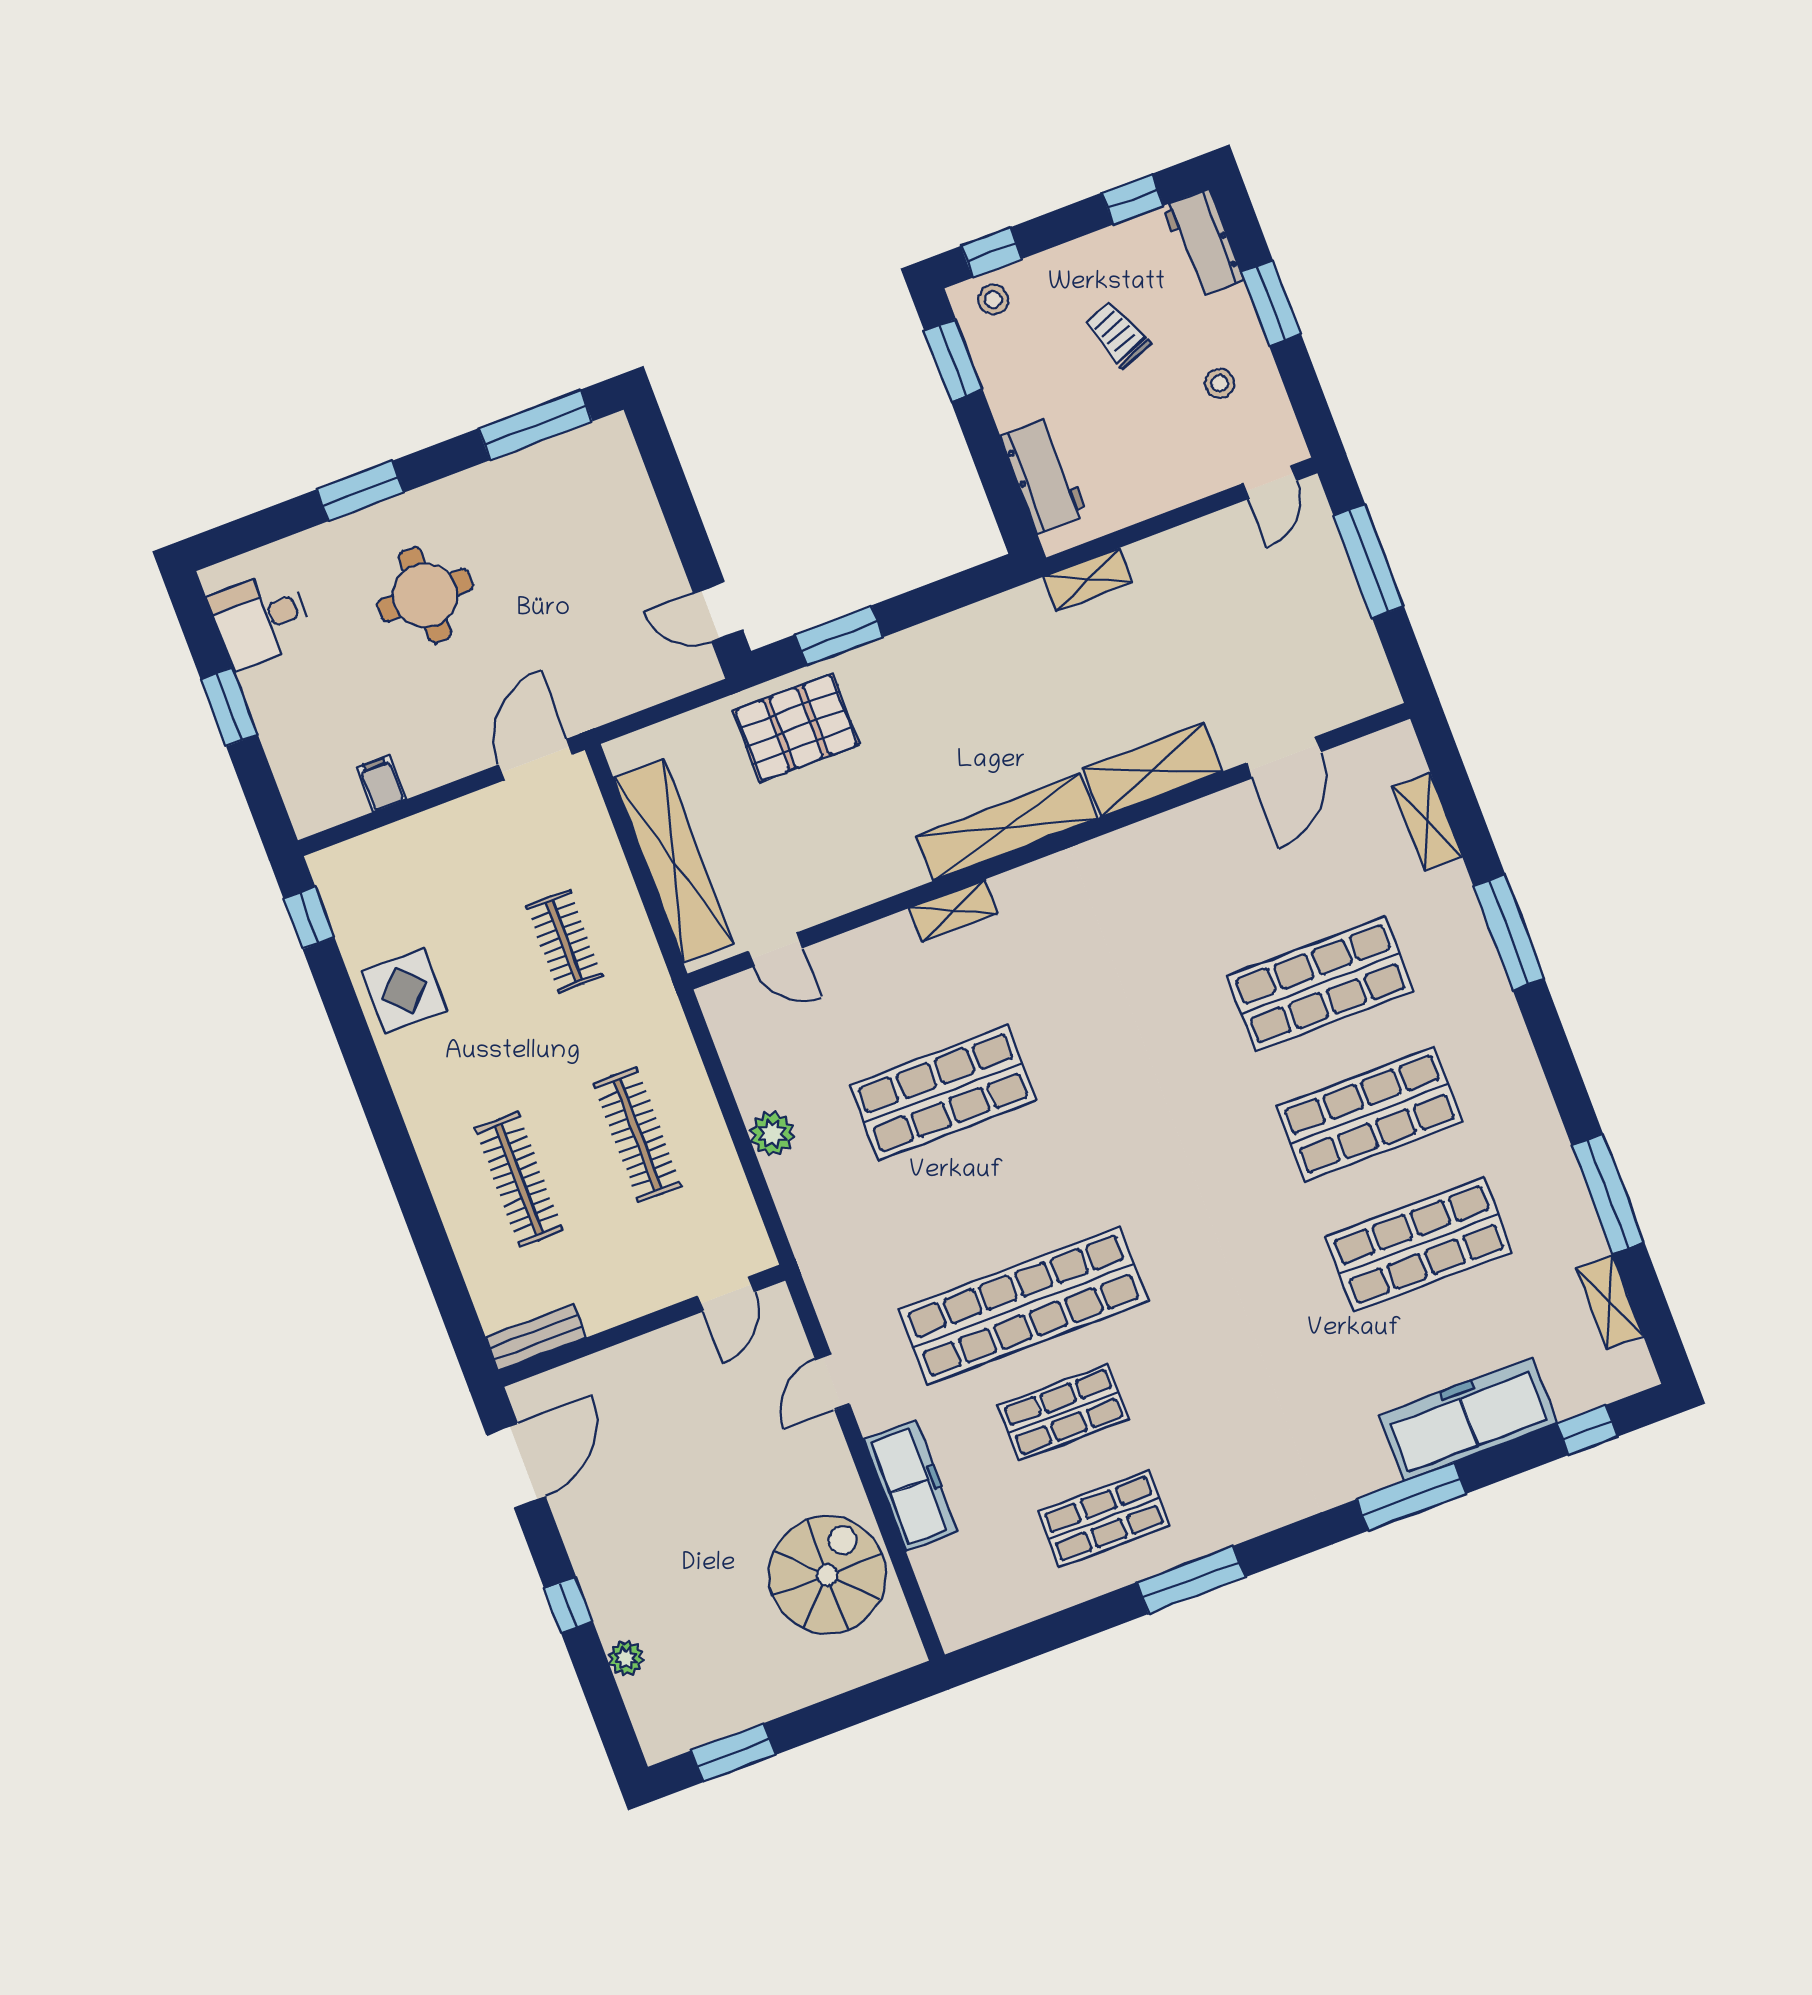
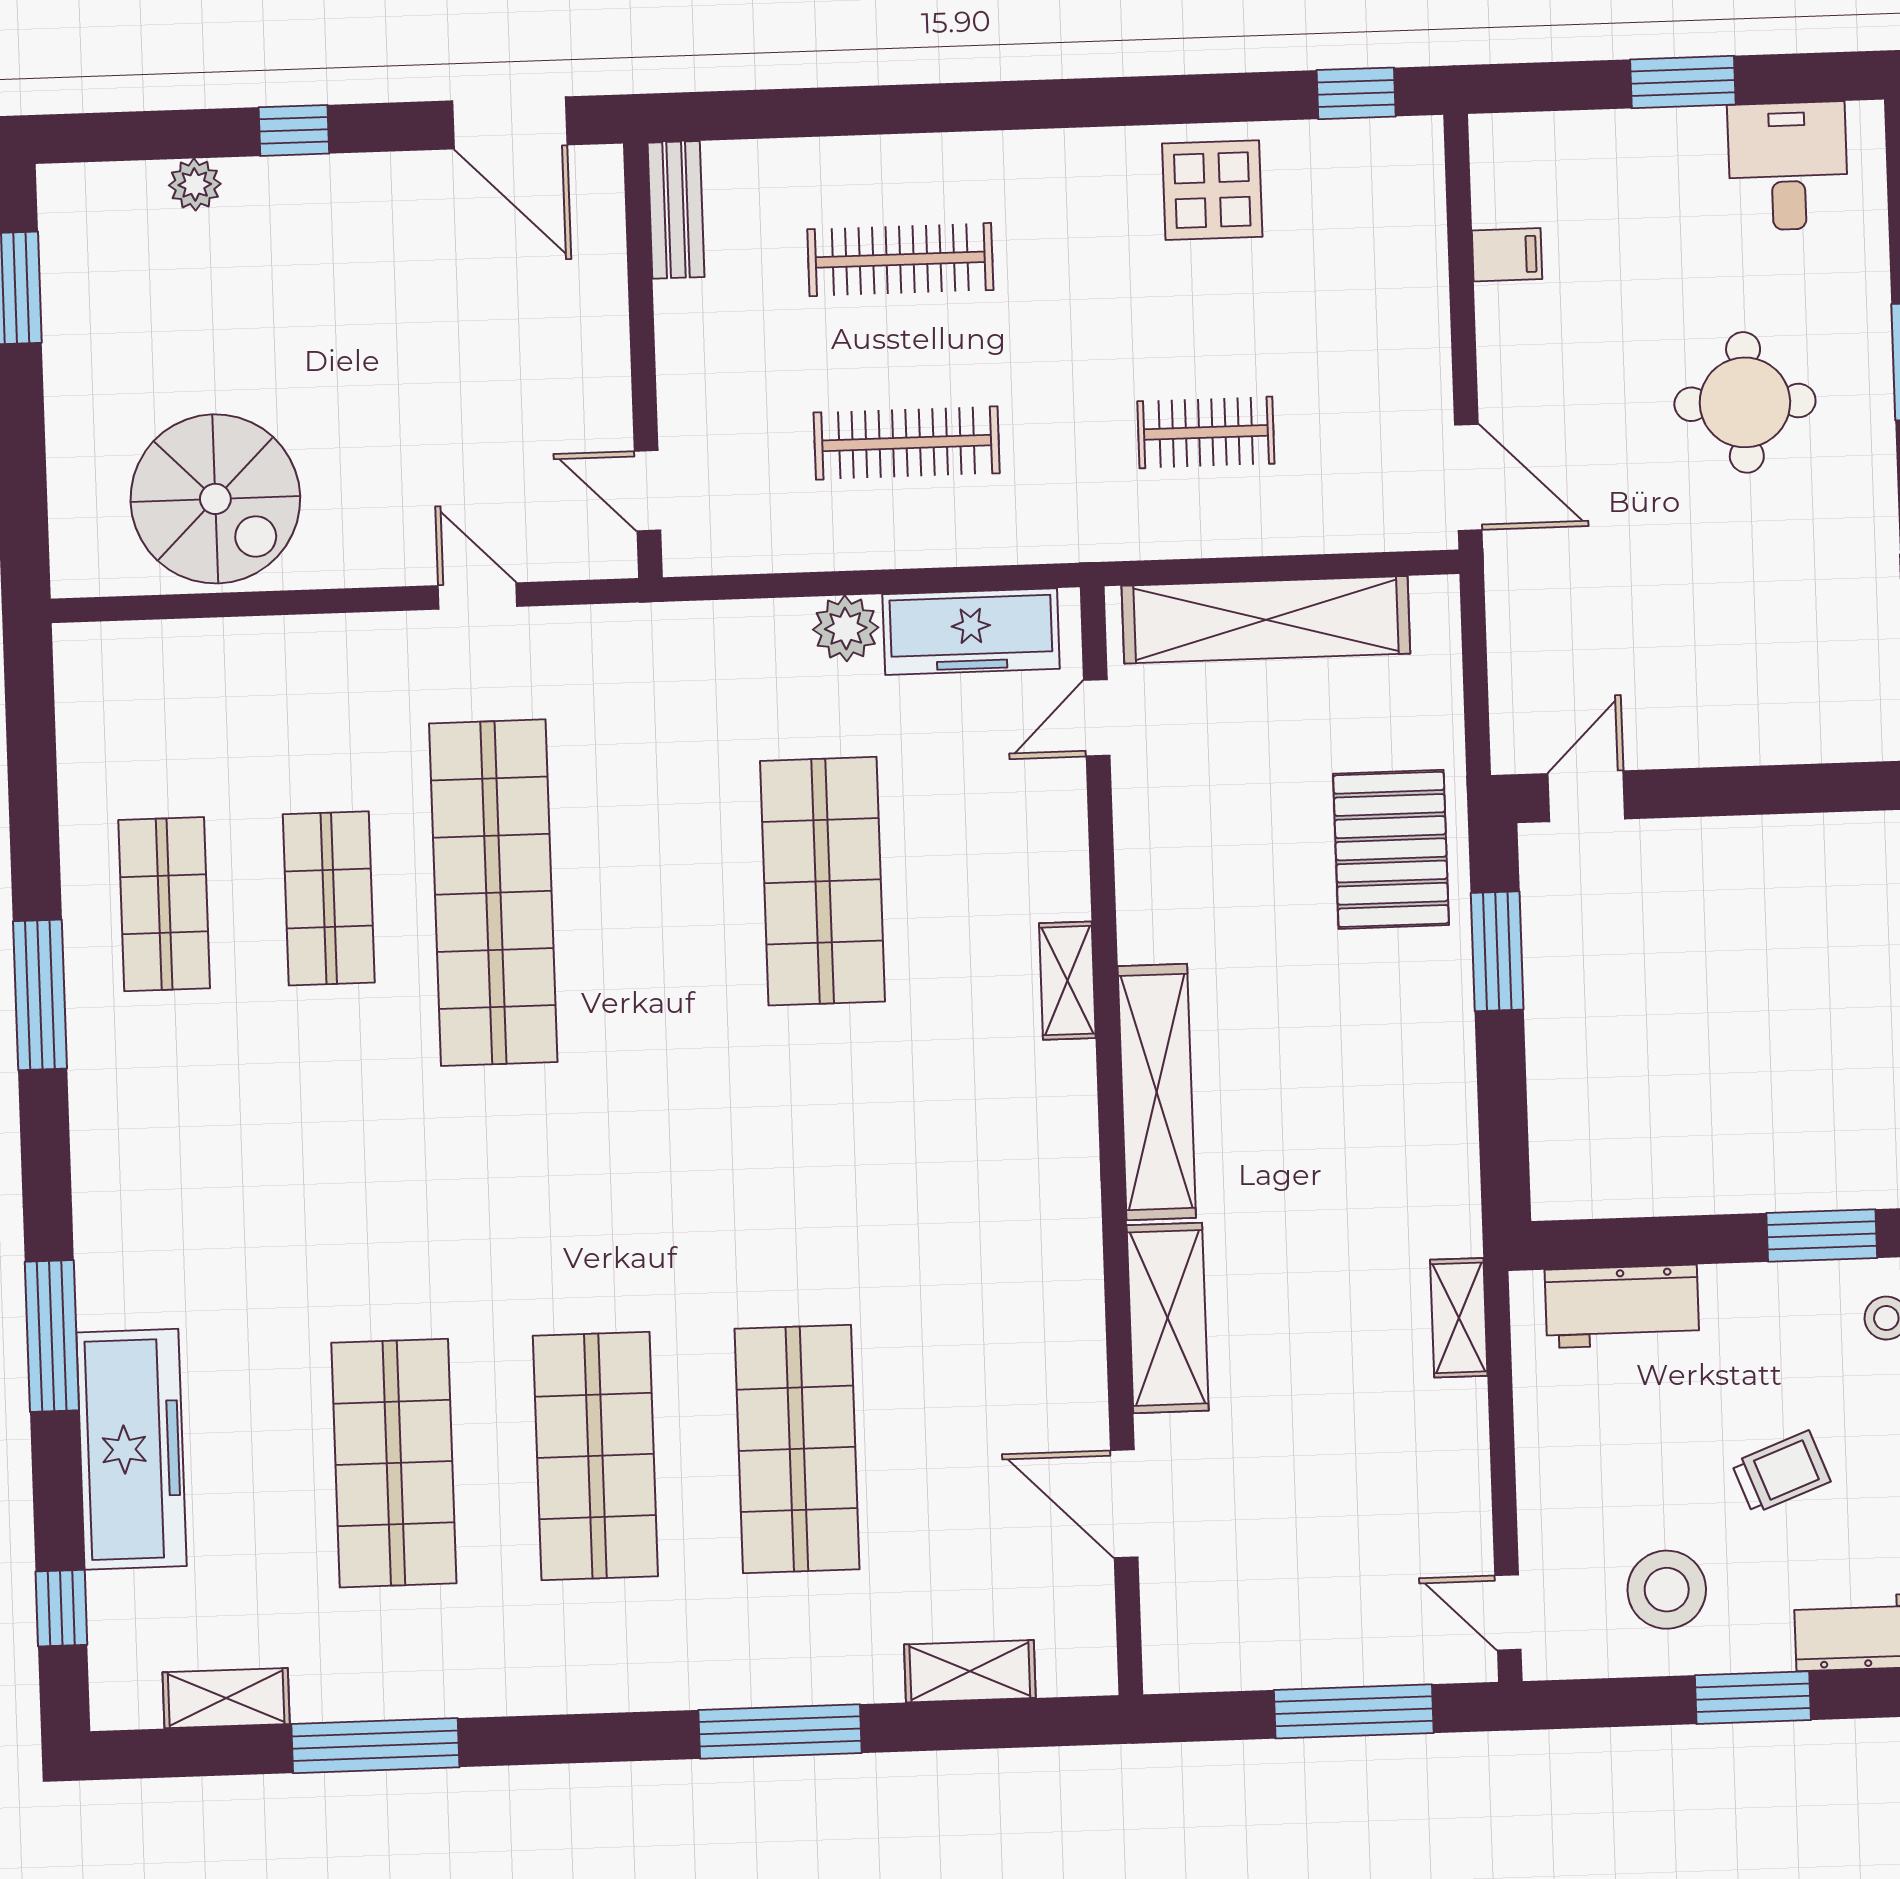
stool: (1220, 383) -> (1667, 1590), width x1.89, depth x1.89
freezer: (911, 1486) -> (971, 632), moved

